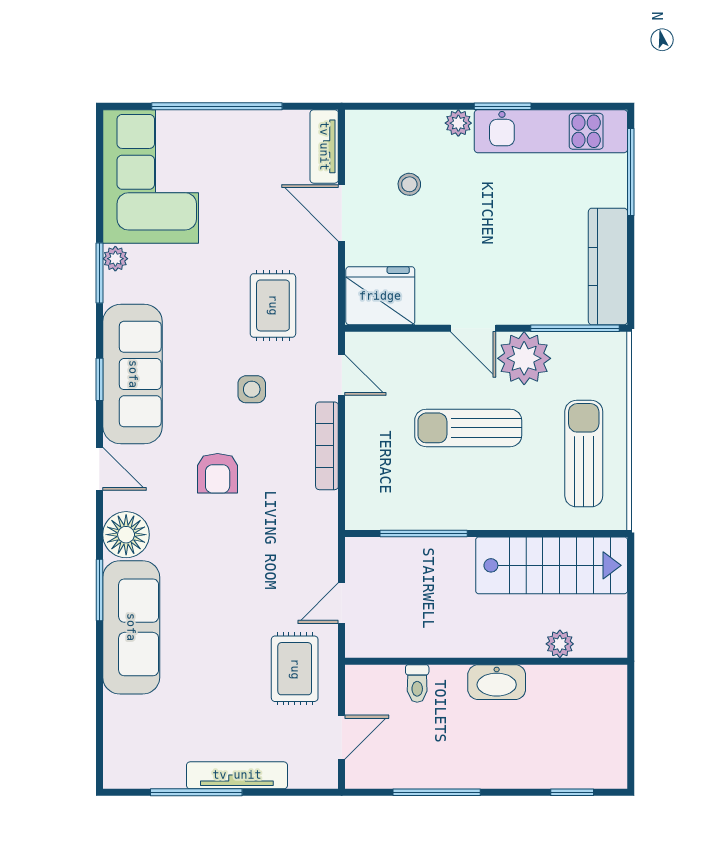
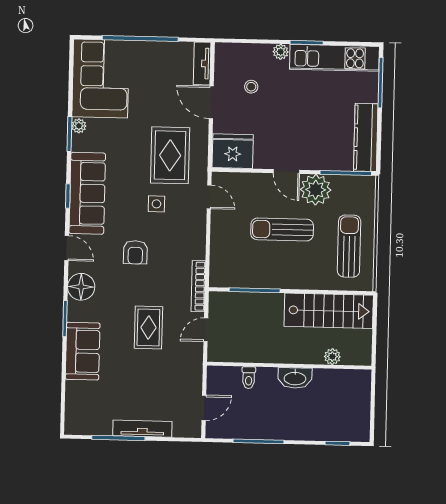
rug: (273, 305) -> (170, 155), width x1.36, depth x1.43
bookcase: (327, 446) -> (198, 286), moved
sofa: (131, 627) -> (83, 351), width x0.73
rug: (295, 669) -> (148, 327), moved

